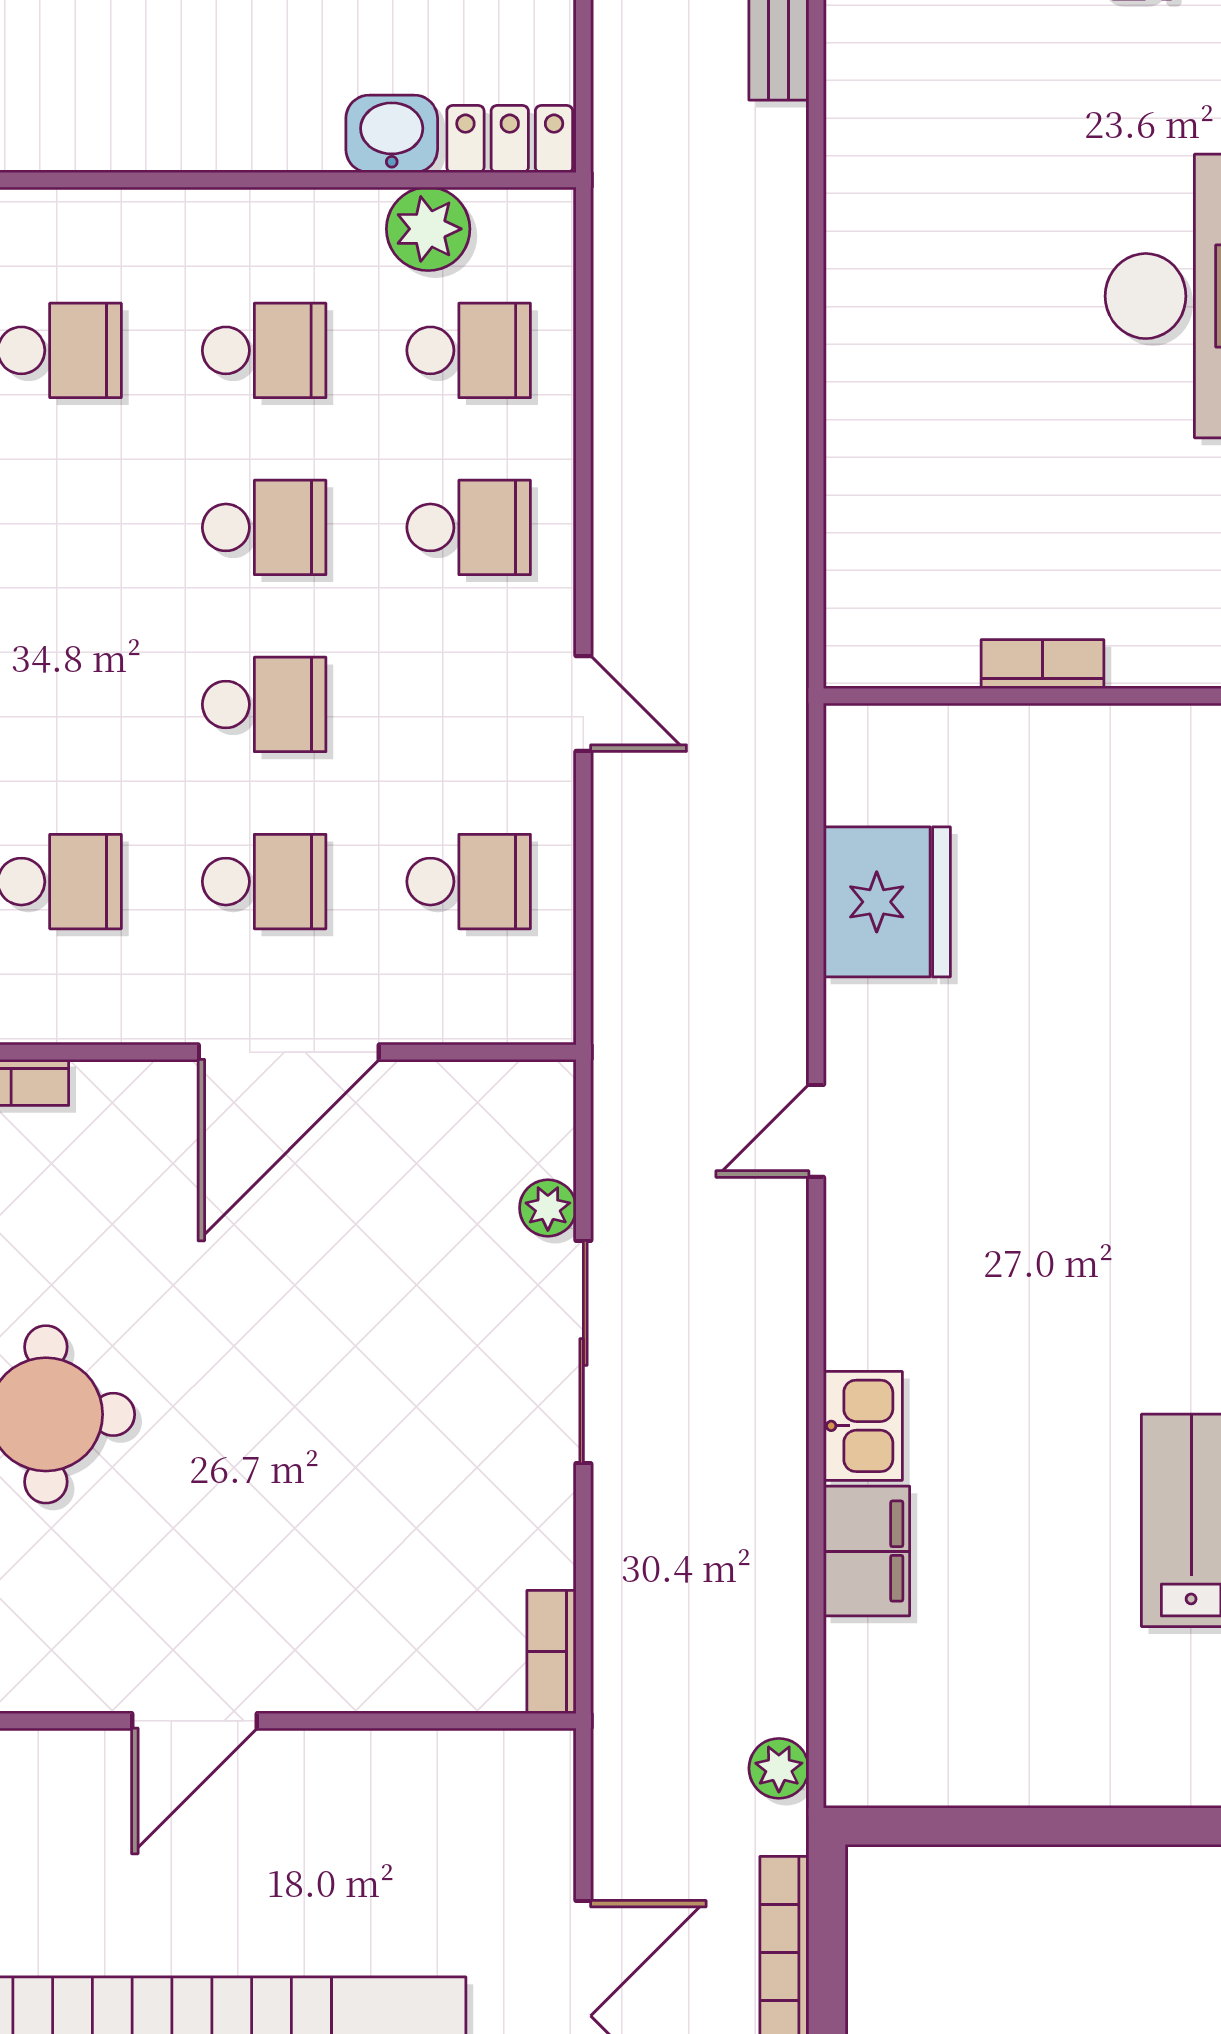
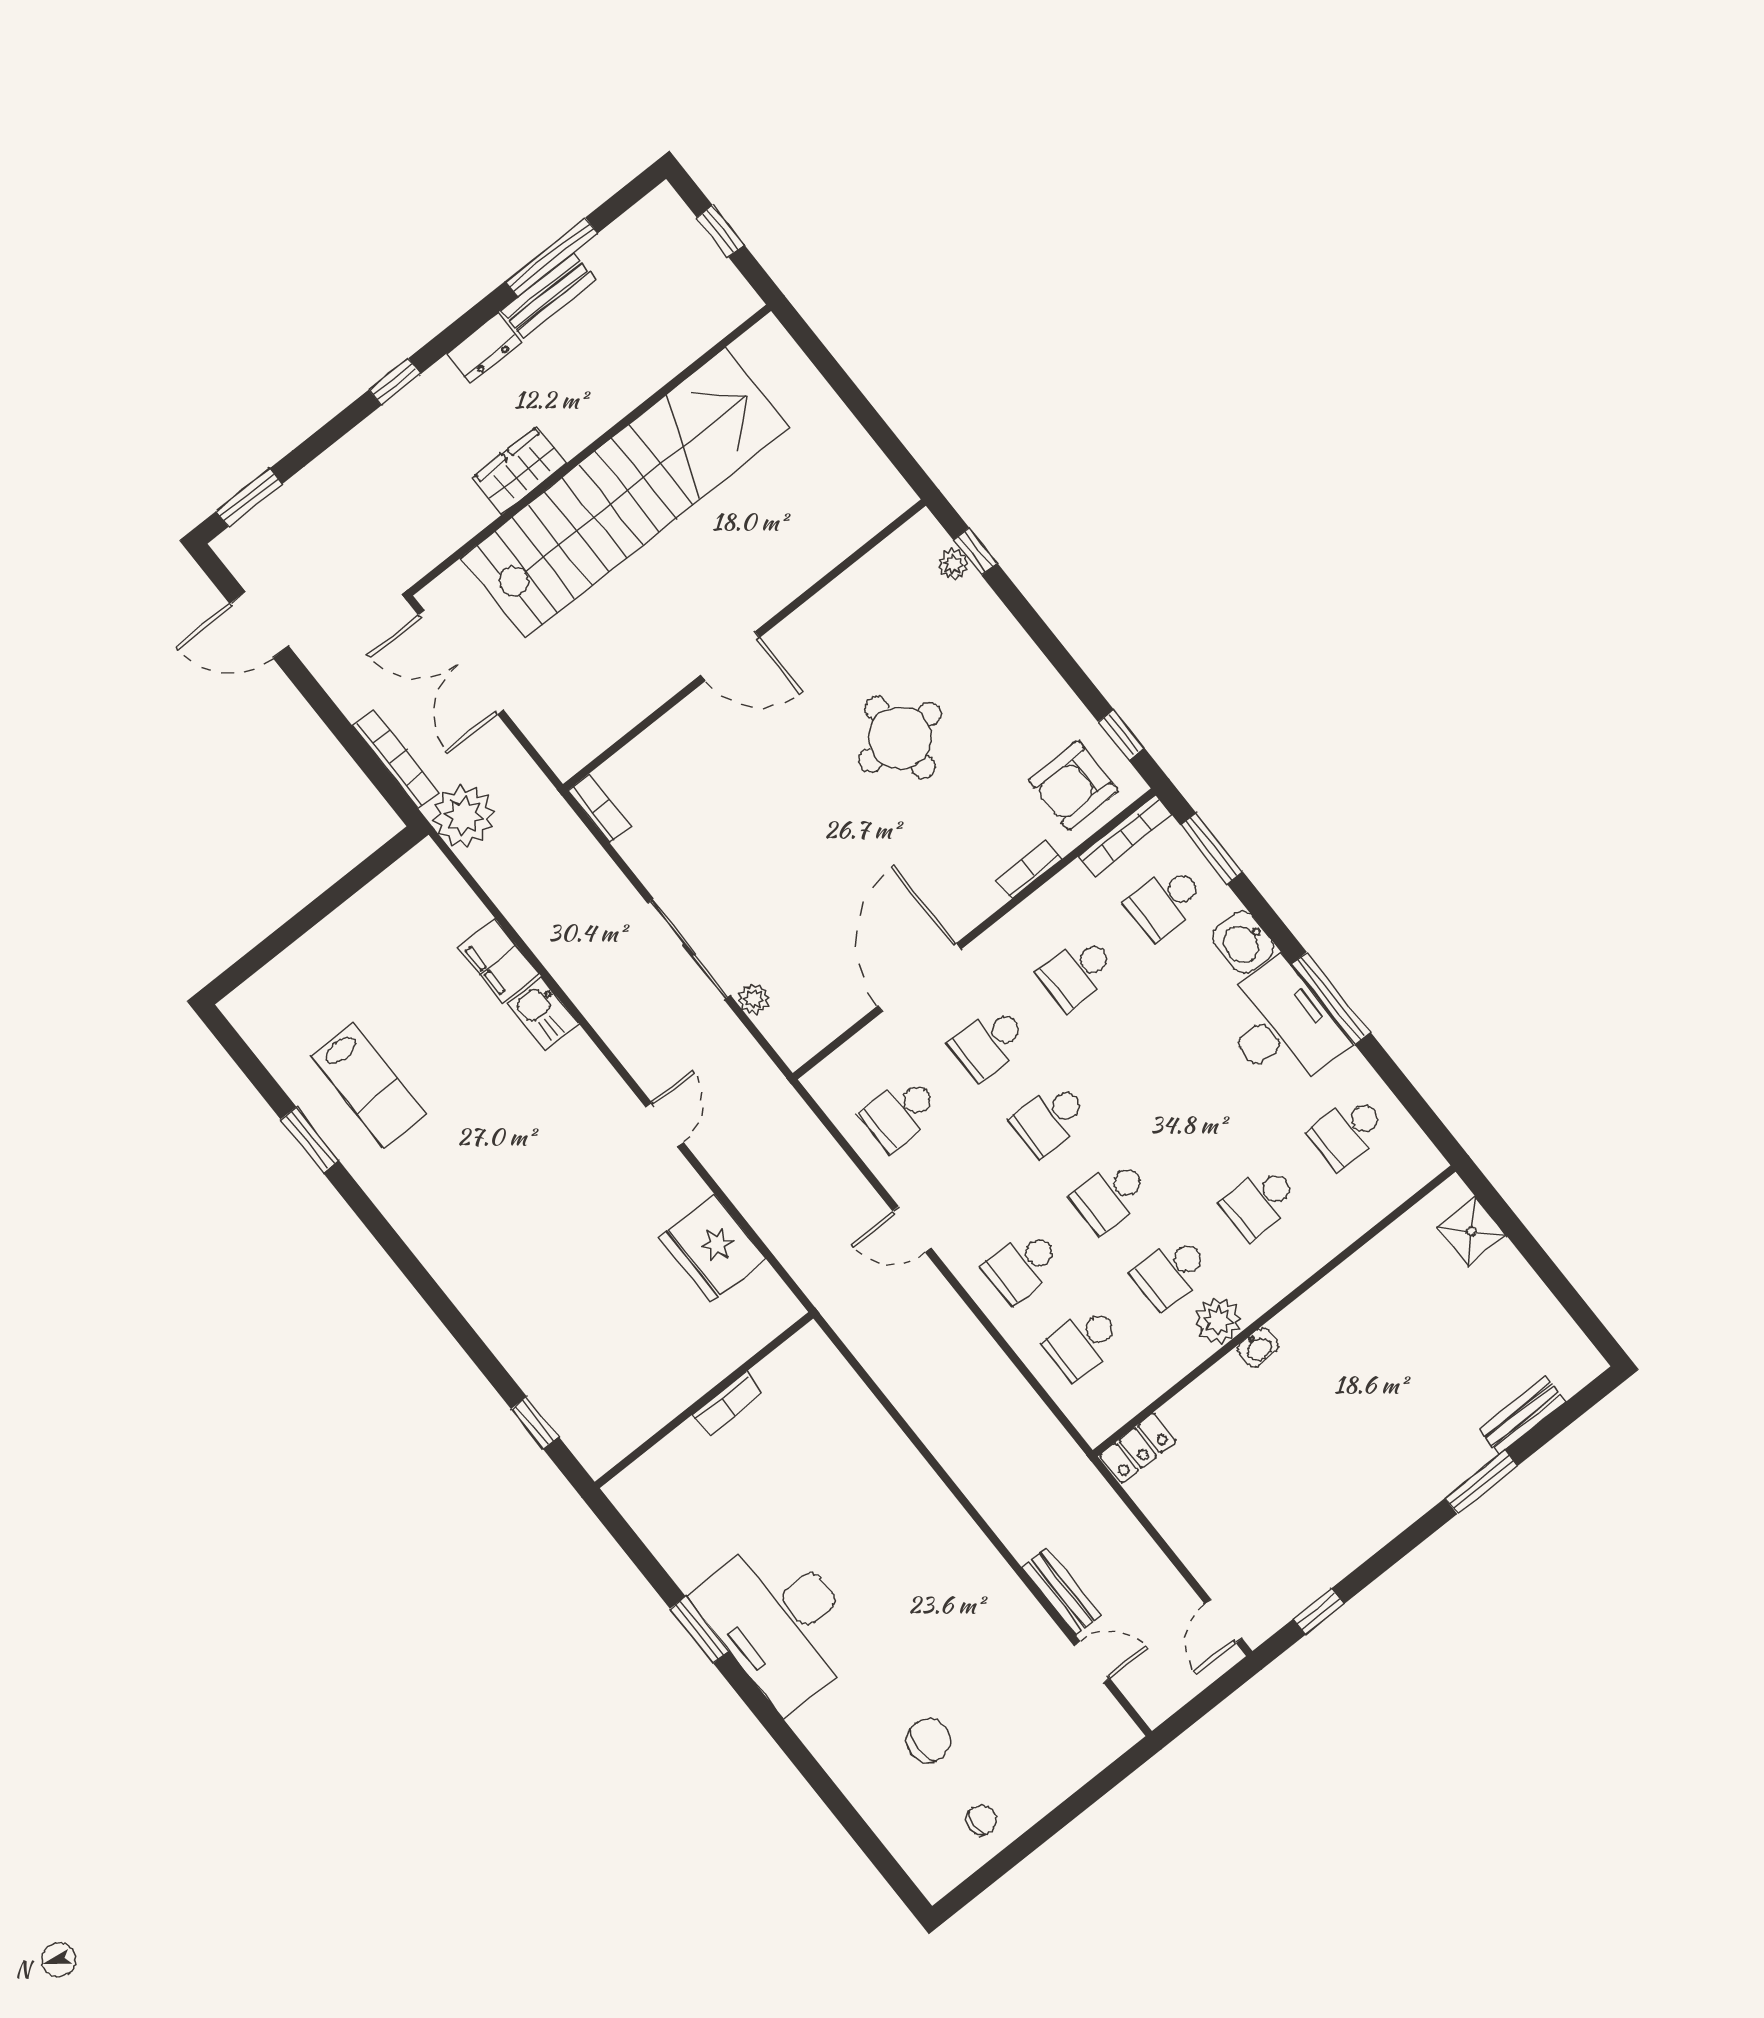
washbasin: (392, 134) -> (1258, 1348), moved, width x0.72, depth x0.69
plant: (428, 229) -> (1218, 1321), moved
door: (194, 1721) -> (730, 656), swing flipped
plant: (779, 1768) -> (464, 816), width x1.87, depth x1.87

